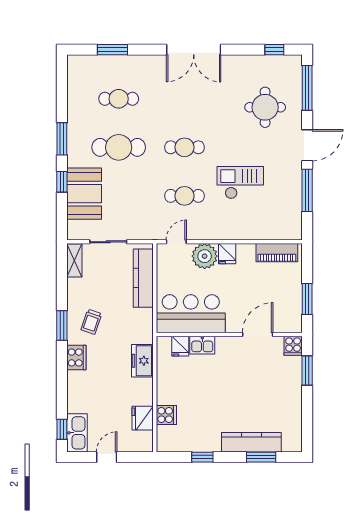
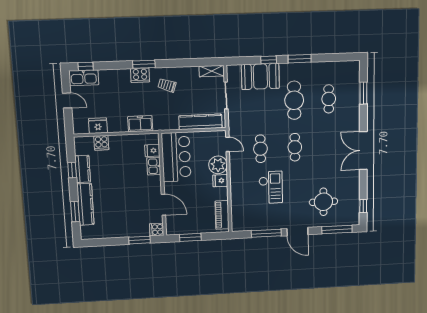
window: (62, 326) -> (144, 64), moved
kitchen counter: (201, 443) -> (83, 169), added

